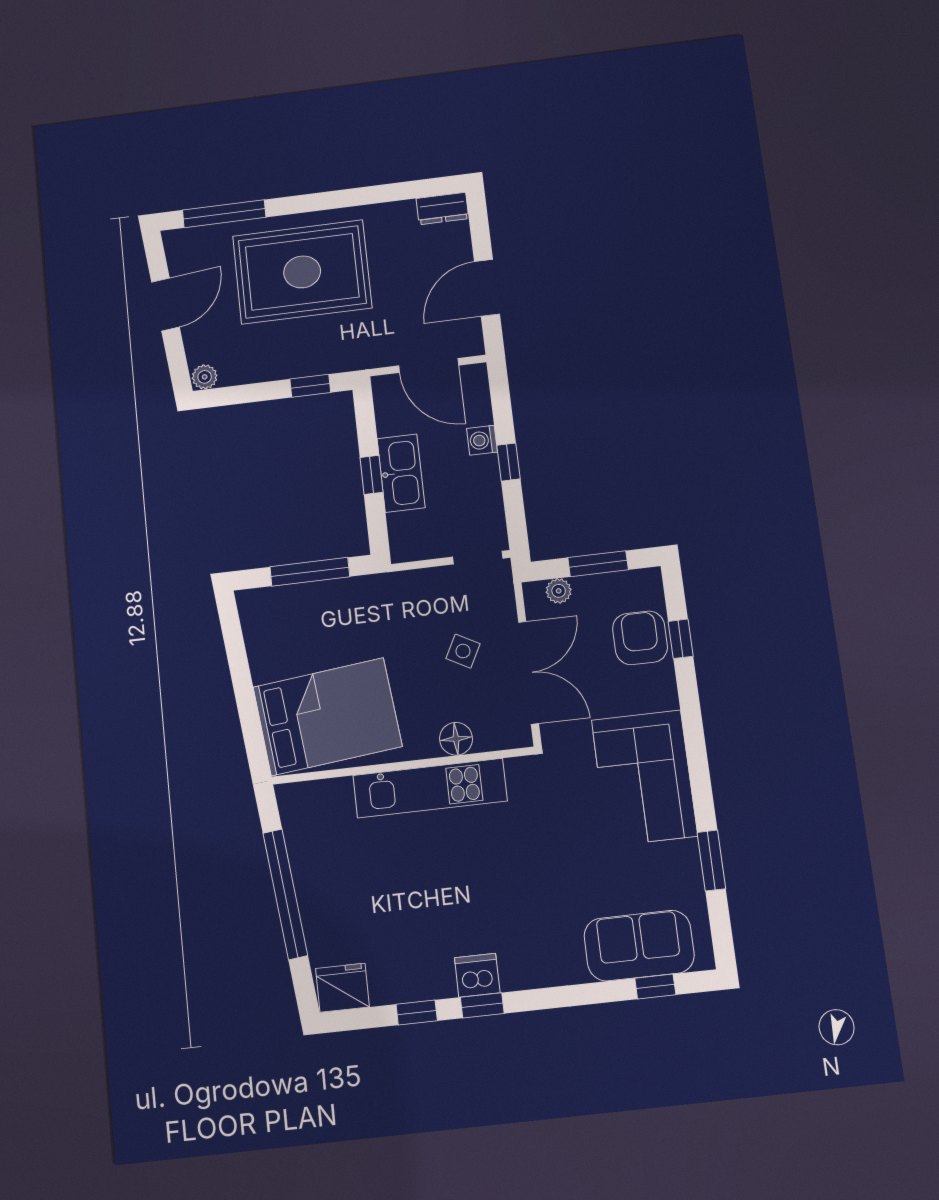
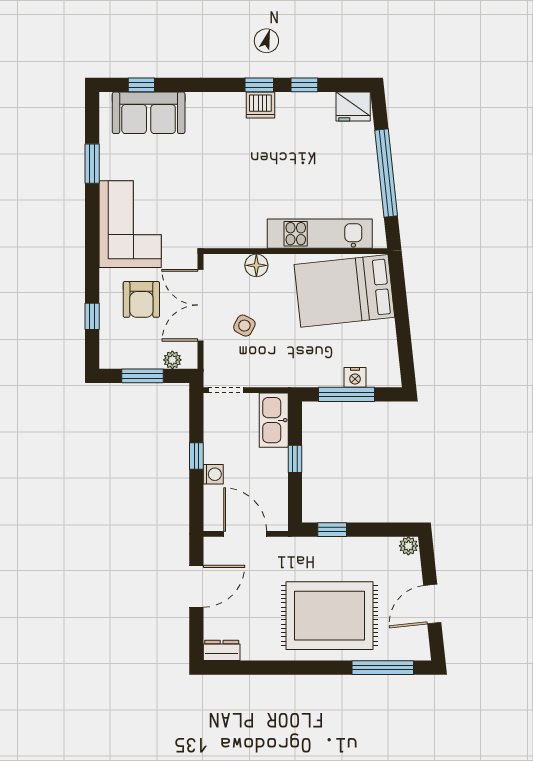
kitchen sink: (401, 473) -> (274, 420), moved
nightstand: (300, 597) -> (355, 377), added
armchair: (640, 638) -> (141, 299), moved
kitchen unit: (430, 788) -> (320, 234), moved

